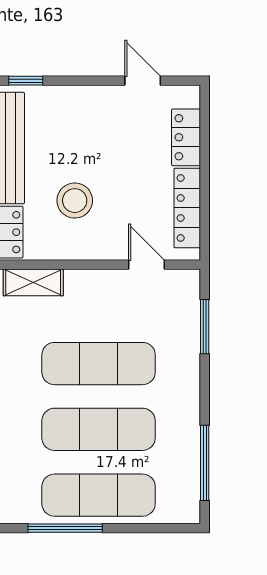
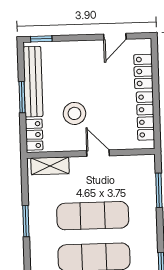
door: (143, 81) -> (115, 37), swing flipped
door: (147, 265) -> (98, 153), moved

